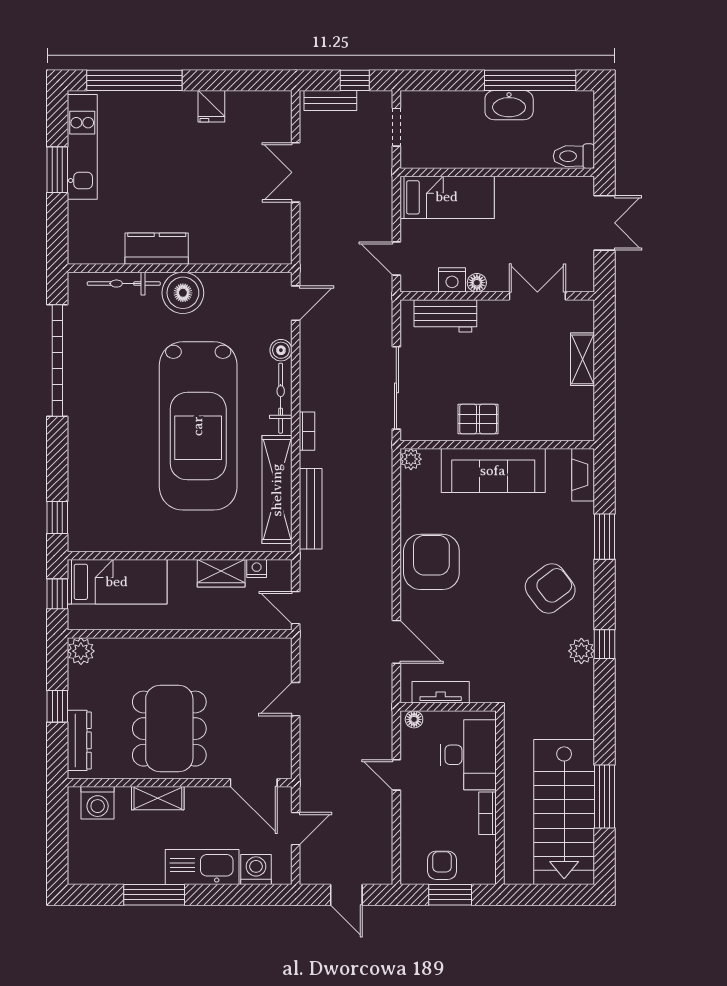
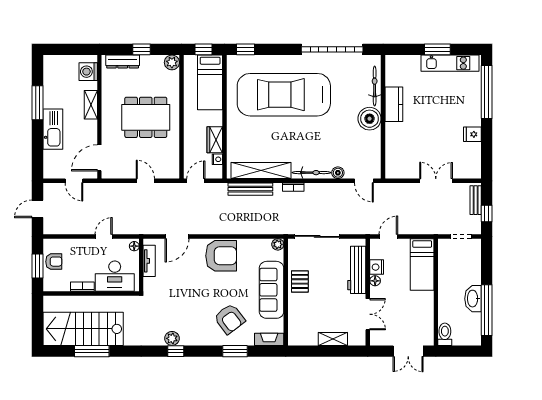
workbench: (445, 316) -> (357, 270), width x1.37
car: (198, 426) -> (284, 95), moved
armchair: (550, 588) -> (230, 319), moved
dining table: (169, 729) -> (146, 117), moved
washing machine: (256, 869) -> (51, 159), removed

